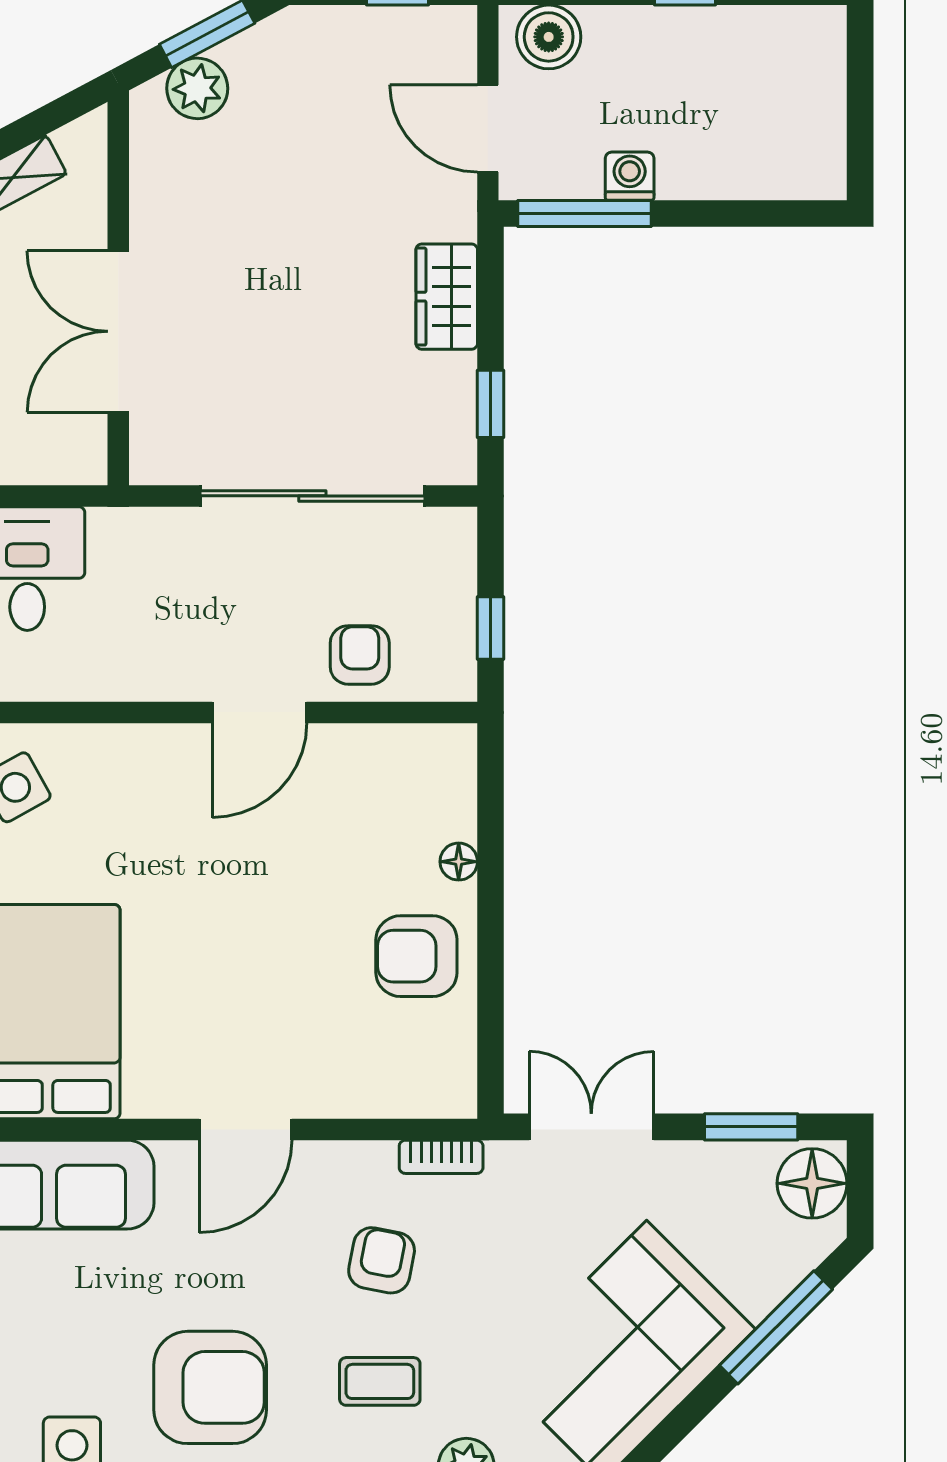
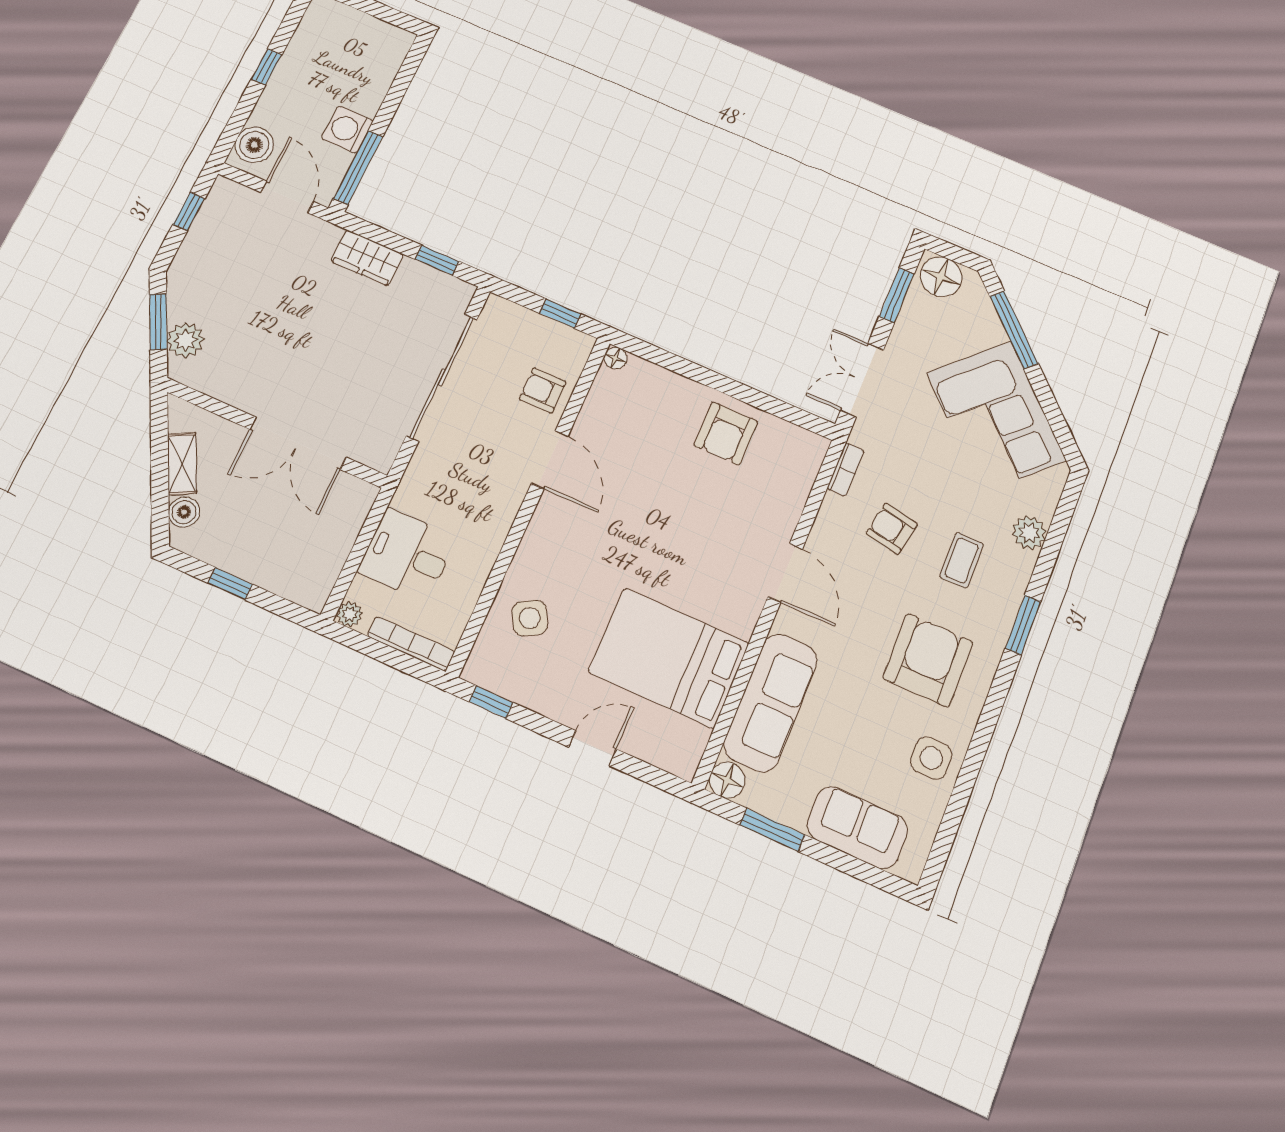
door: (488, 128) -> (287, 197), swing flipped
washing machine: (630, 176) -> (347, 130), width x1.38, depth x1.38
floor lamp: (459, 862) -> (615, 358), moved

